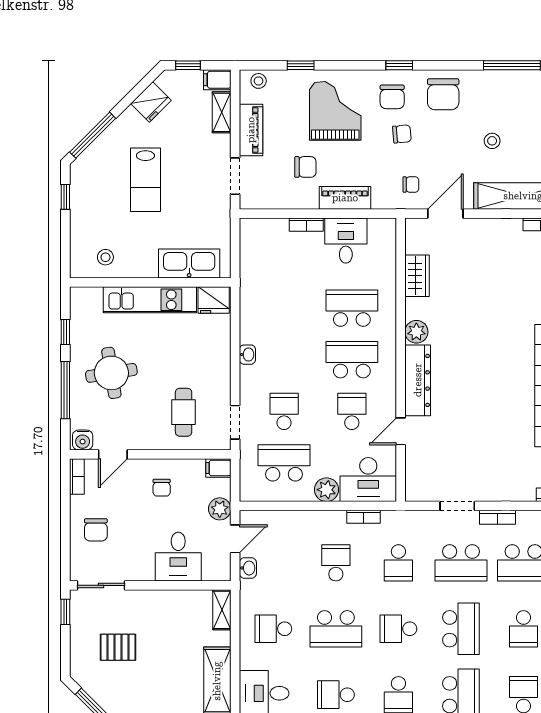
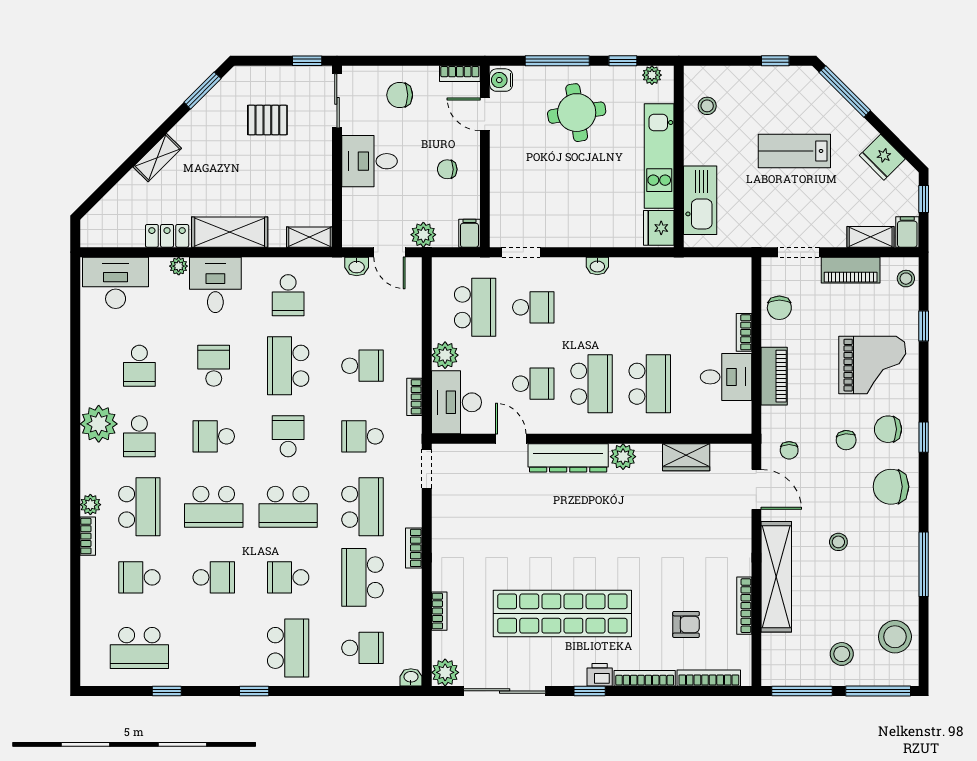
chair: (305, 167) -> (779, 308), moved
plant: (78, 306) -> (652, 75), added
cafe table: (184, 412) -> (532, 194), removed
doorway: (457, 506) -> (427, 469), moved
desk: (178, 557) -> (370, 161), moved
school desk: (461, 563) -> (362, 507), turned 180
school desk: (273, 629) -> (288, 295), turned 180
pallet: (118, 647) -> (267, 120), turned 90

